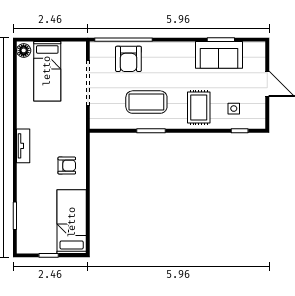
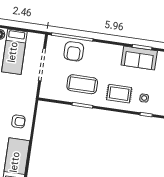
rug: (199, 107) -> (119, 94), turned 90

